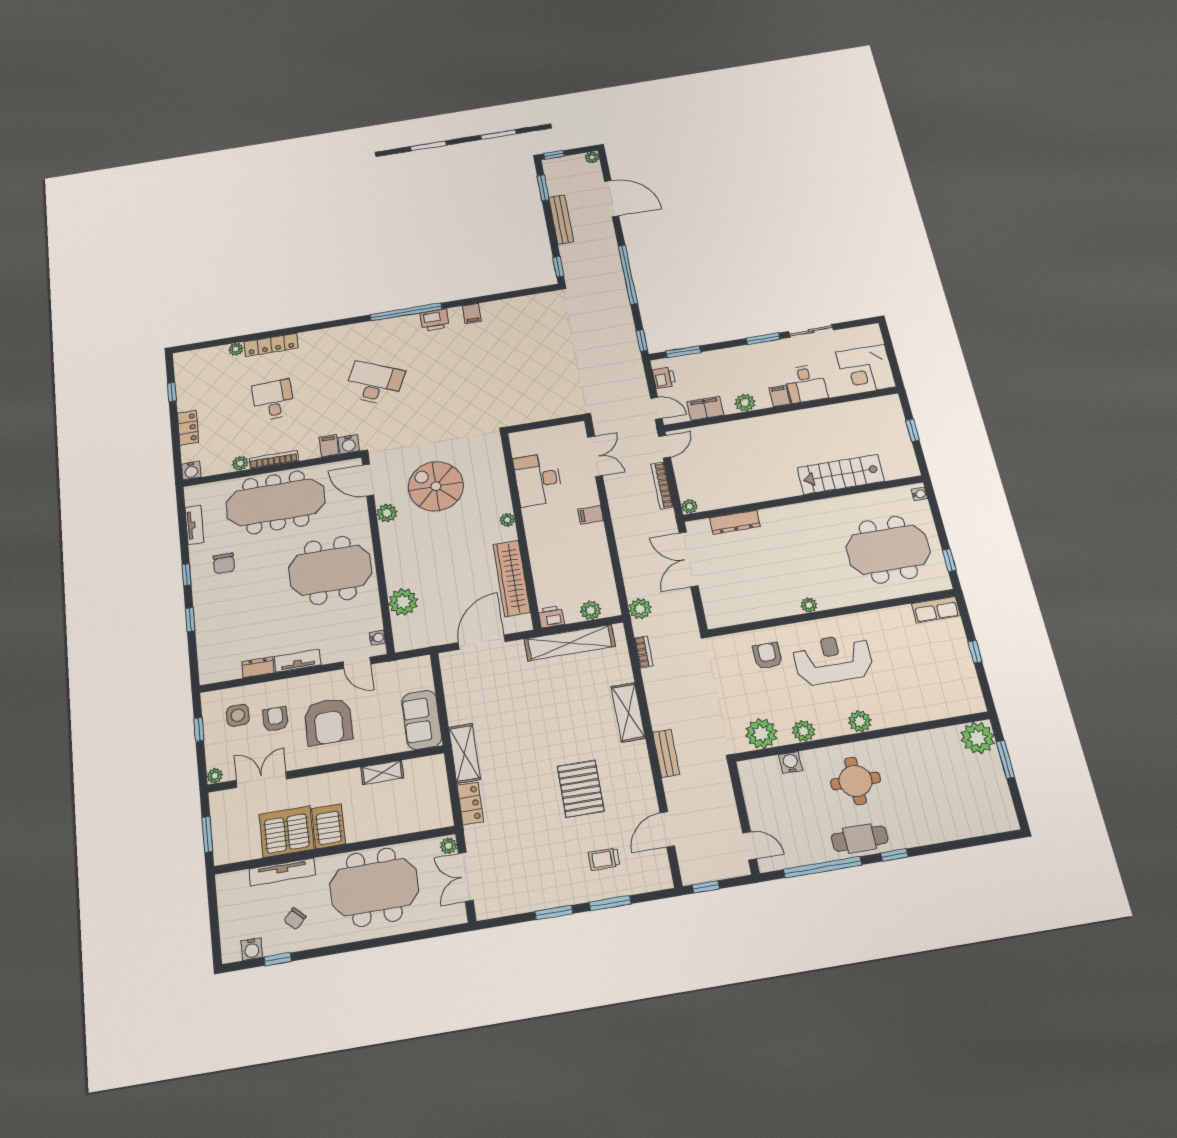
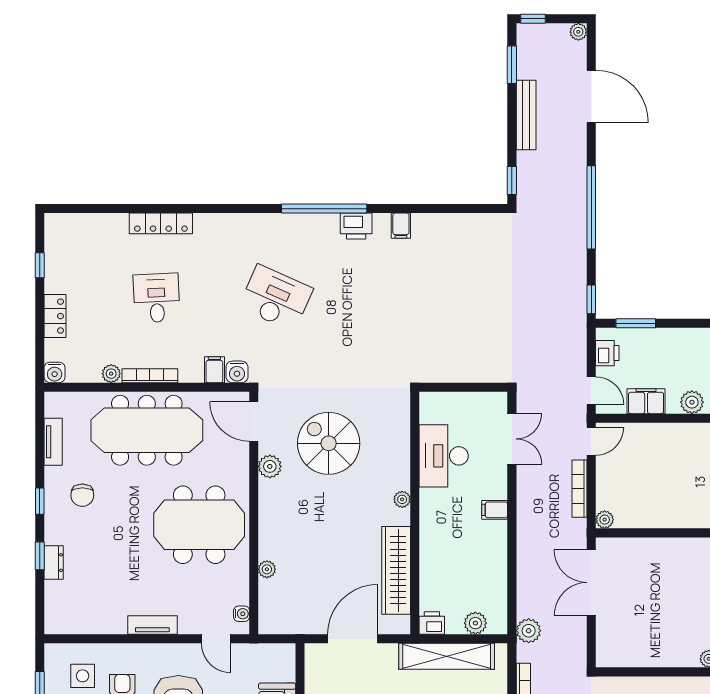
plant: (236, 349) -> (119, 222), removed
dresser: (735, 522) -> (650, 548), removed
plant: (403, 602) -> (267, 569), width x0.53, depth x0.53
dresser: (258, 667) -> (54, 563), moved, turned 90

